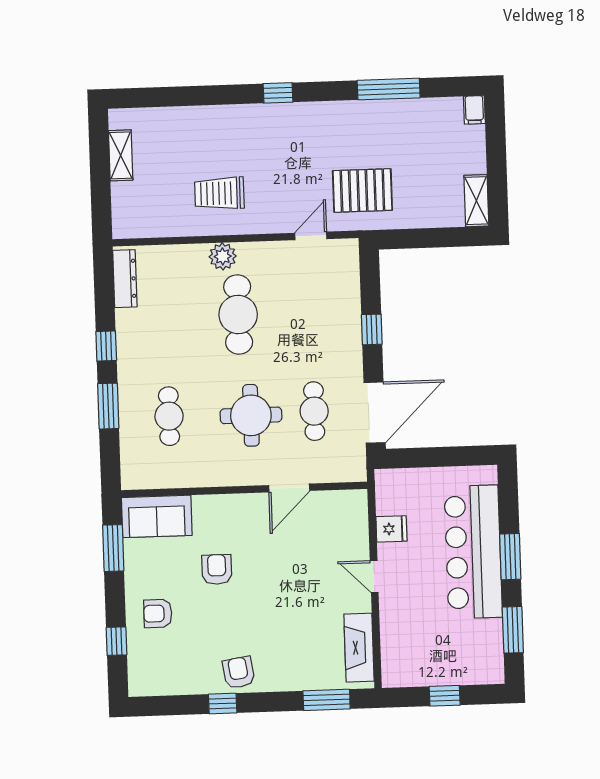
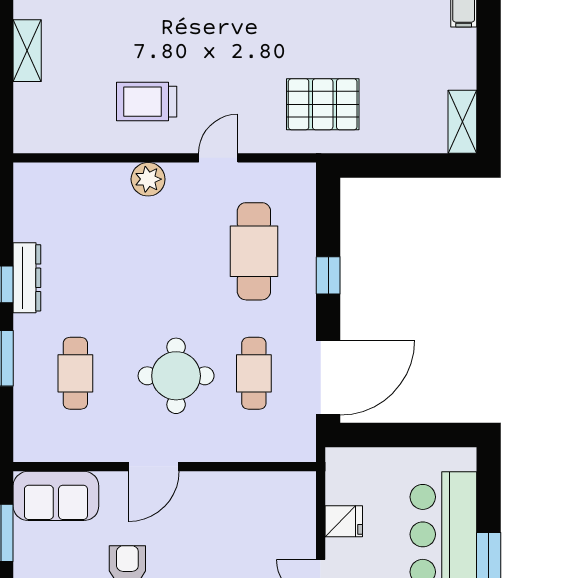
door: (311, 236) -> (218, 158), moved
dresser: (125, 279) -> (27, 278), moved
cafe table: (238, 314) -> (254, 251), moved
door: (289, 488) -> (154, 467), moved

